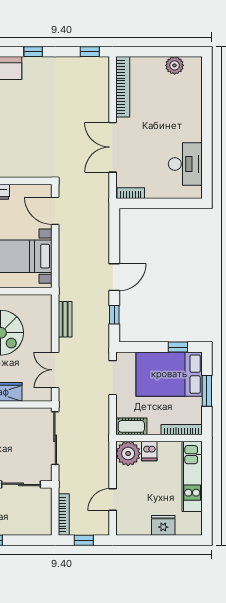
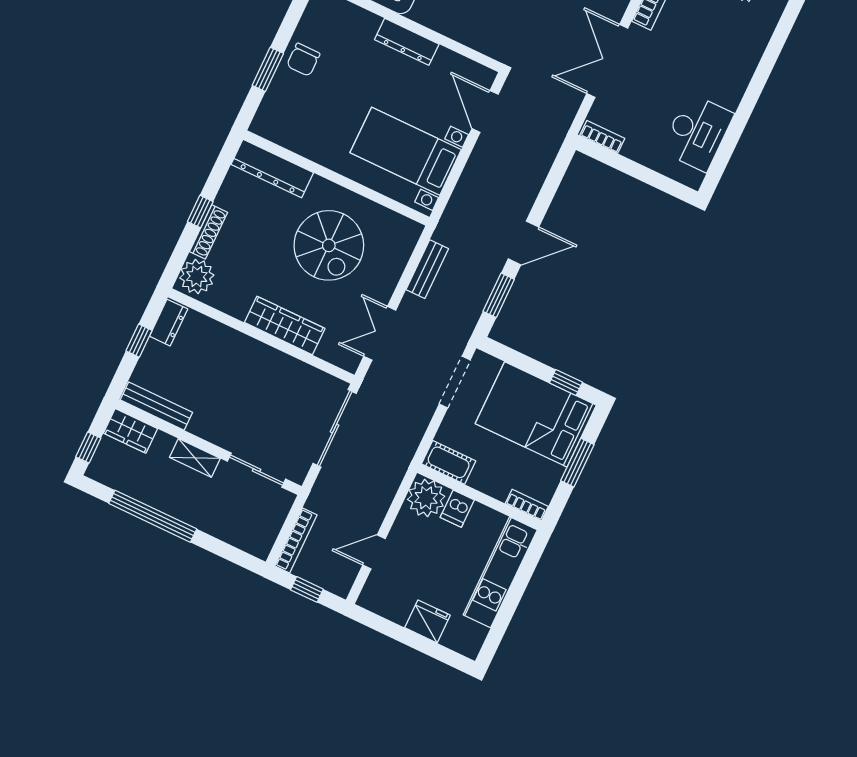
window: (114, 315) -> (499, 295), width x1.50
bookcase: (182, 430) -> (527, 505), width x0.64

